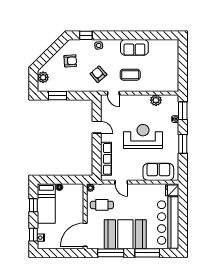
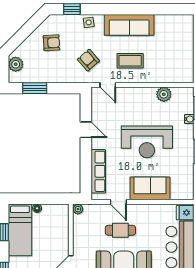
sofa: (134, 47) -> (129, 25), width x1.36
reception desk: (143, 136) -> (147, 142), turned 180
sofa: (158, 172) -> (150, 188), moved
cafe table: (102, 205) -> (120, 230), moved

